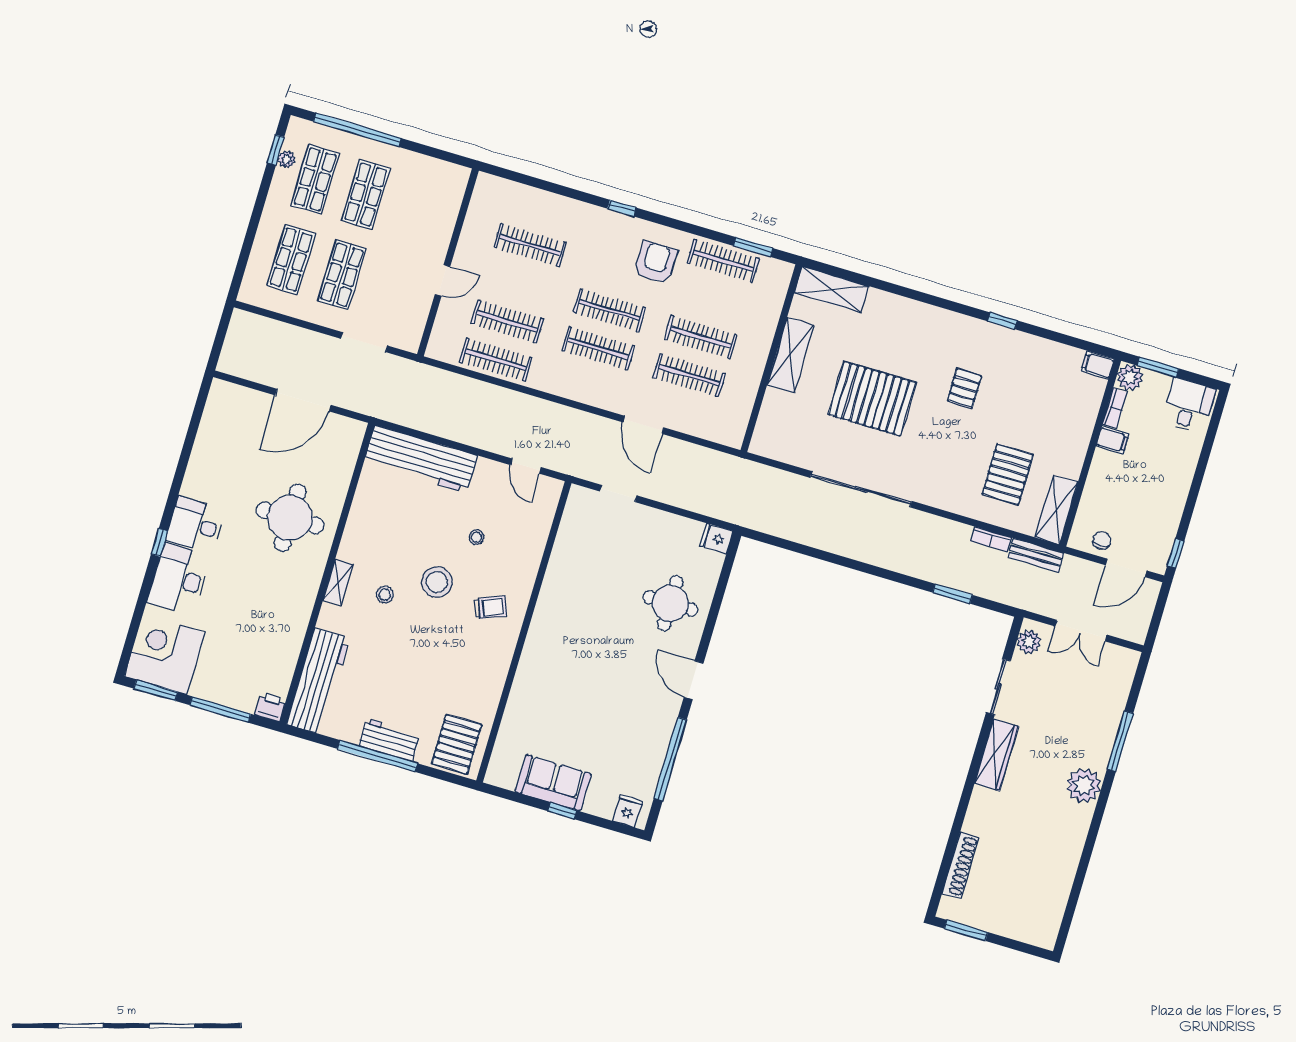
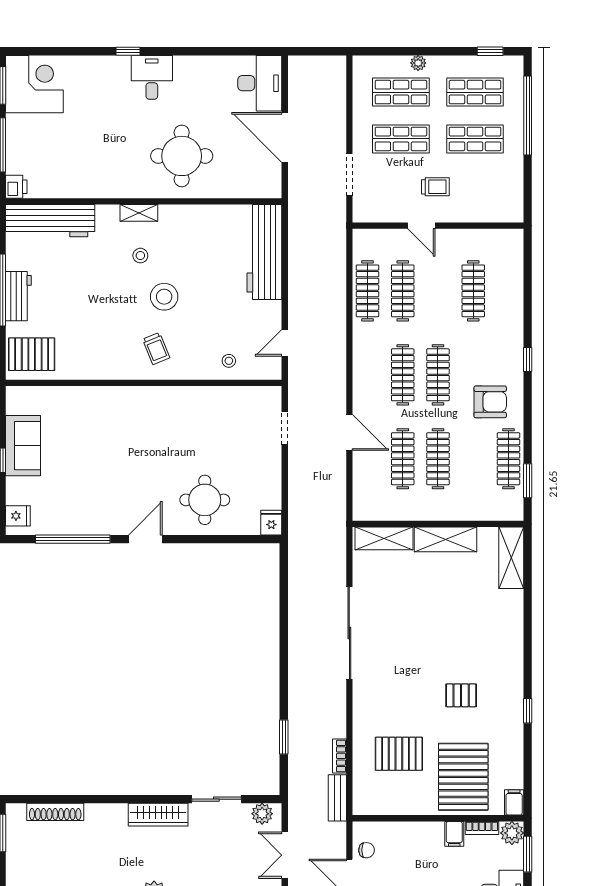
plant: (287, 159) -> (418, 63), moved
trolley: (405, 253) -> (435, 187), added
pallet: (872, 399) -> (463, 777), moved
door: (643, 425) -> (349, 432), swing flipped
shelving: (1056, 510) -> (384, 538), moved
stool: (477, 537) -> (229, 361), moved
desk: (179, 579) -> (260, 83), moved, turned 90

